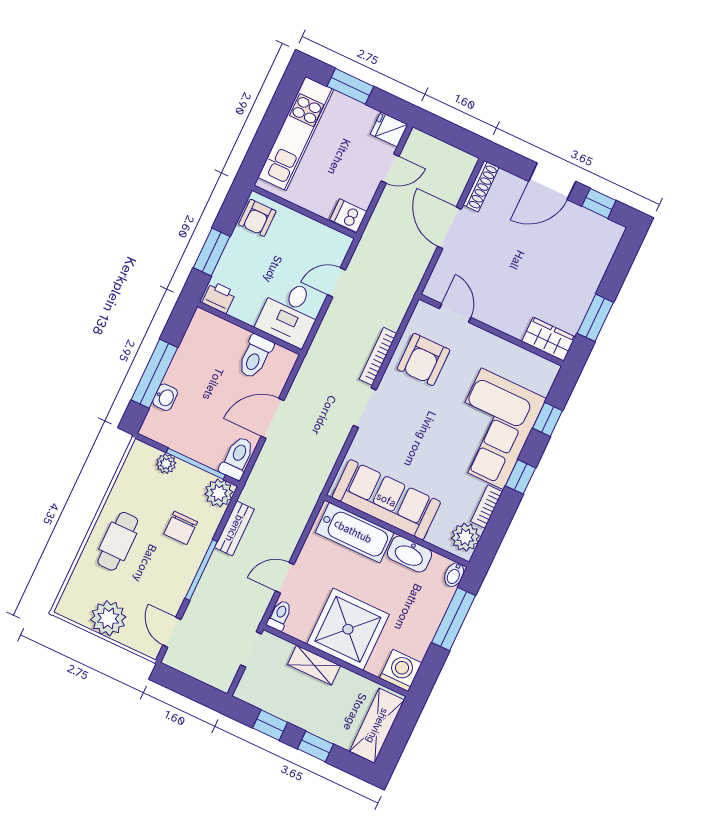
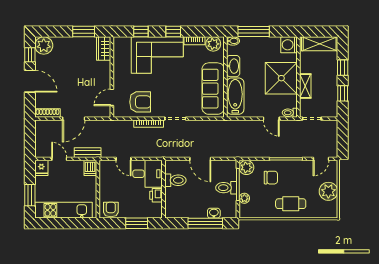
armchair: (257, 218) -> (111, 210), turned -90
plant: (604, 236) -> (44, 45), added
printer: (219, 297) -> (156, 195), moved
toilet: (237, 458) -> (226, 188), moved
bench: (234, 528) -> (88, 153), moved

